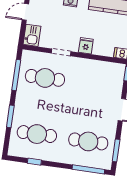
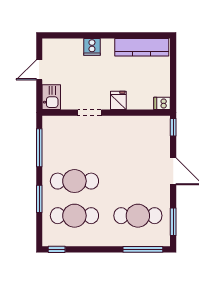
cafe table: (45, 78) -> (74, 181), moved
window: (34, 162) -> (57, 249), moved

